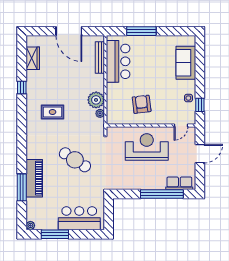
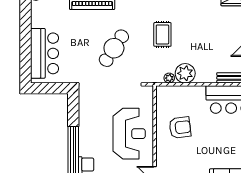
rug: (53, 112) -> (162, 34), moved
window: (55, 234) -> (25, 24), removed

